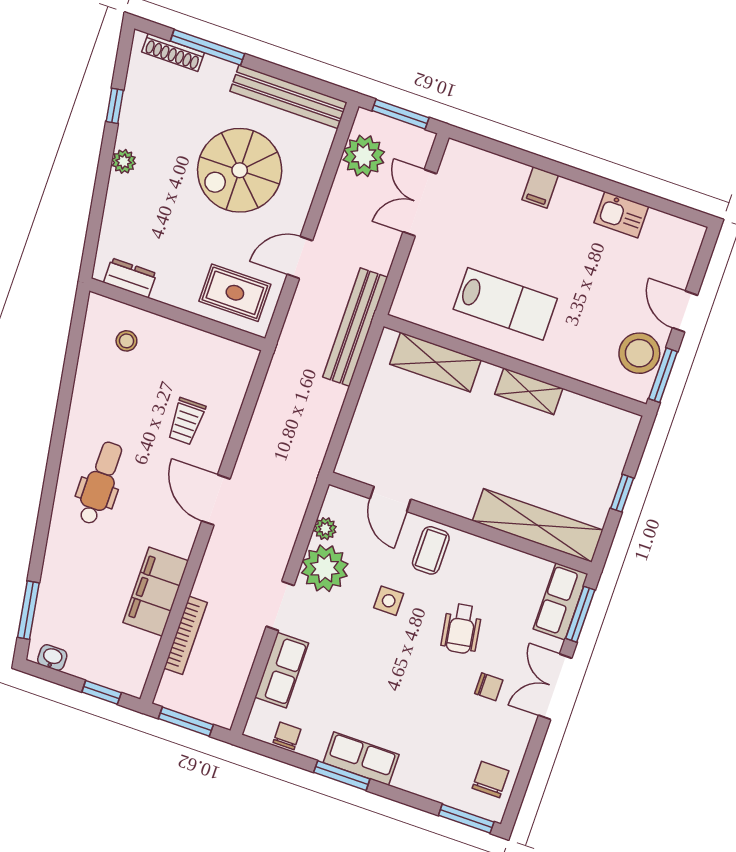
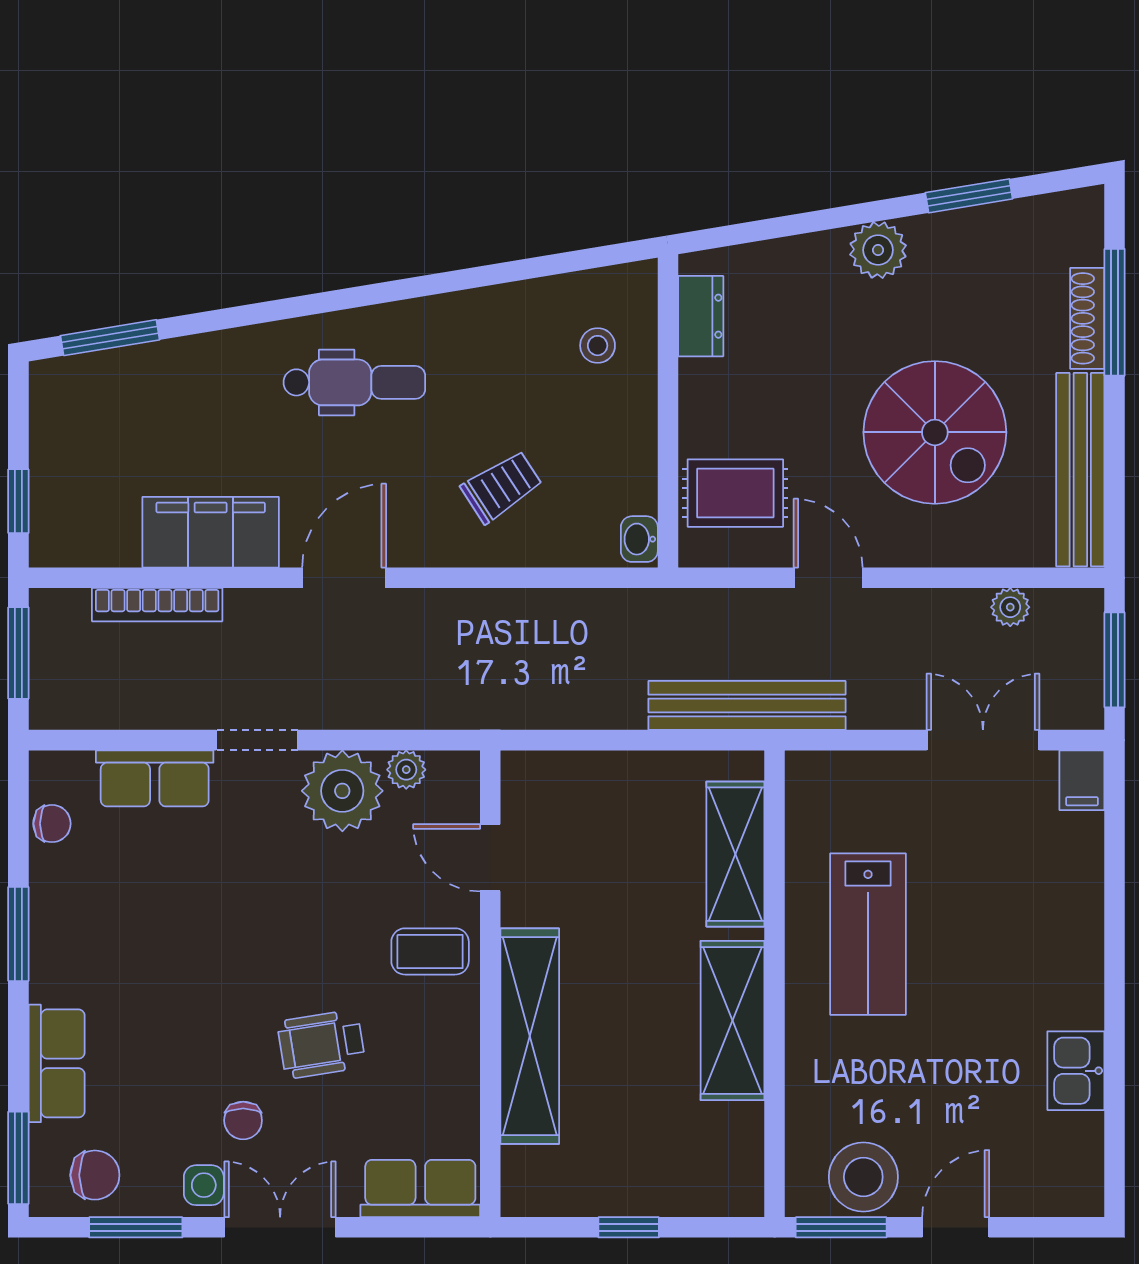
shoe rack: (173, 52) -> (1087, 318), moved
window: (115, 106) -> (969, 196), width x1.50
plant: (364, 156) -> (1010, 607), width x0.53, depth x0.53
plant: (124, 161) -> (878, 250), width x1.38, depth x1.38
spiral stairs: (240, 170) -> (935, 432), turned 180
filing cabinet: (540, 188) -> (1082, 780), moved, turned -90
rug: (235, 293) -> (735, 493), turned 90
shelving: (529, 391) -> (732, 1021), width x1.50, depth x1.33
trolley: (186, 421) -> (502, 487), turned 147
door: (390, 499) -> (490, 858), hinge flipped
door: (216, 500) -> (344, 578), moved
shelving: (538, 525) -> (530, 1036), moved
side table: (389, 601) -> (204, 1185), moved
window: (580, 614) -> (136, 1227), moved
washbasin: (52, 658) -> (639, 539), moved, turned 180
row of seats: (361, 759) -> (57, 1063), moved

